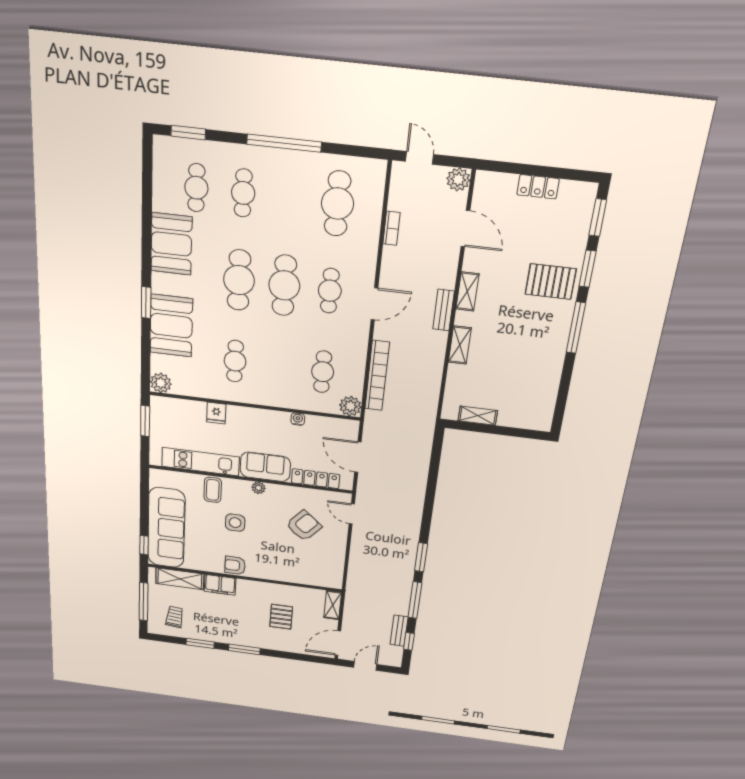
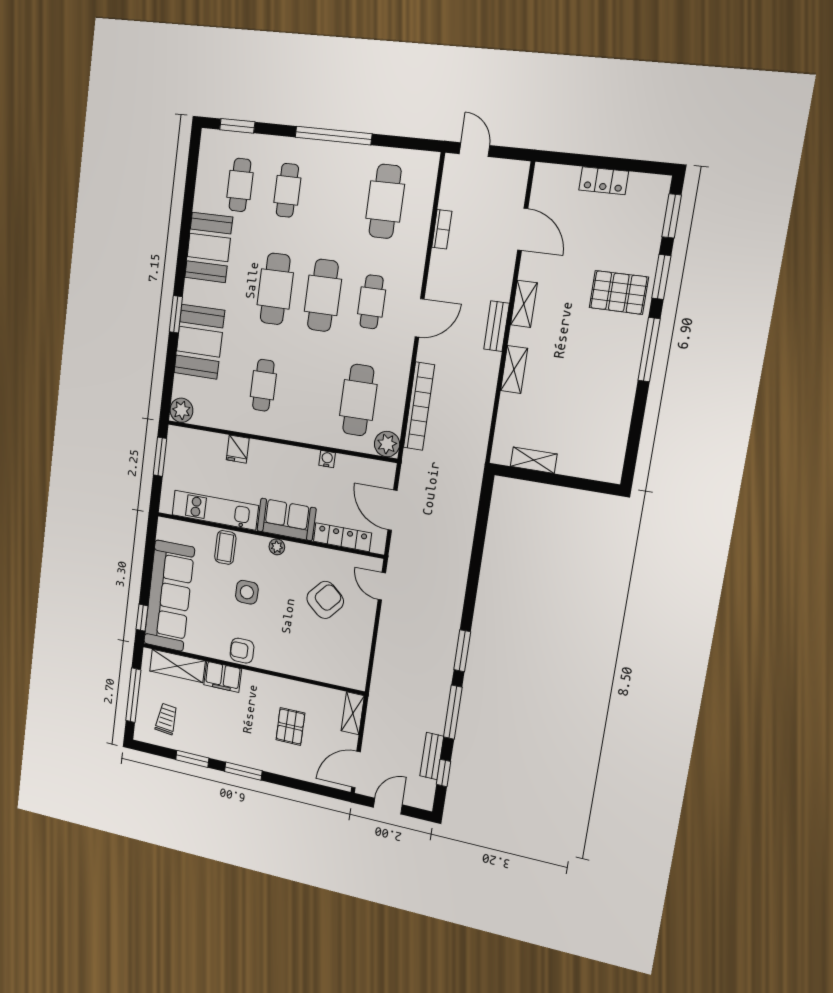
plant: (458, 179) -> (516, 173), removed
cafe table: (323, 372) -> (358, 400), width x1.37, depth x1.35

